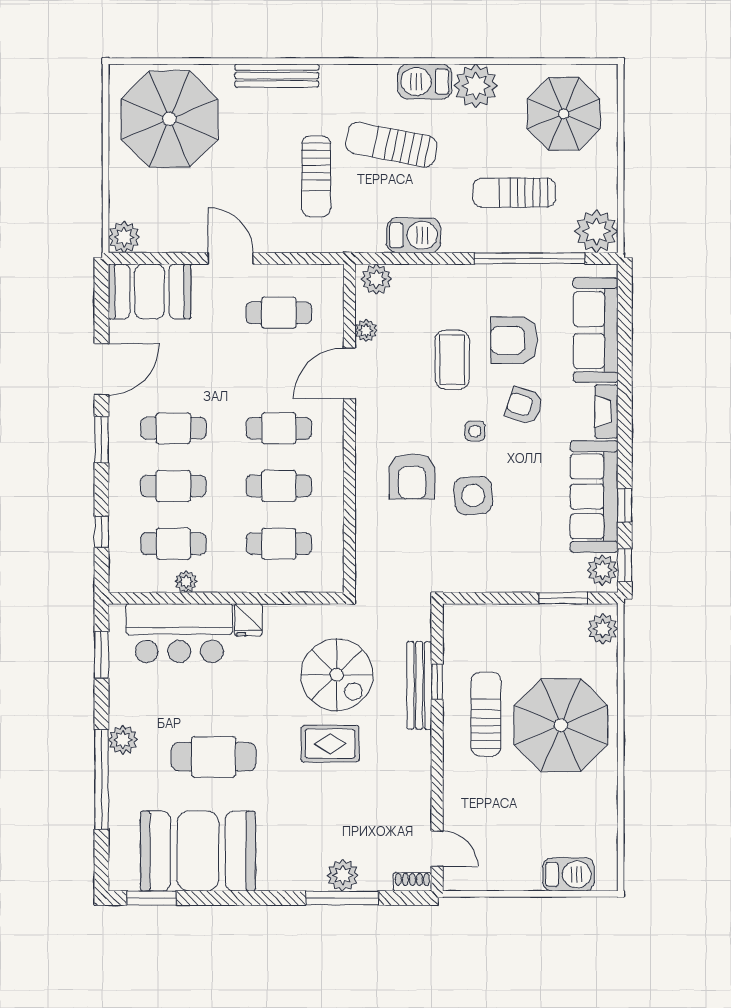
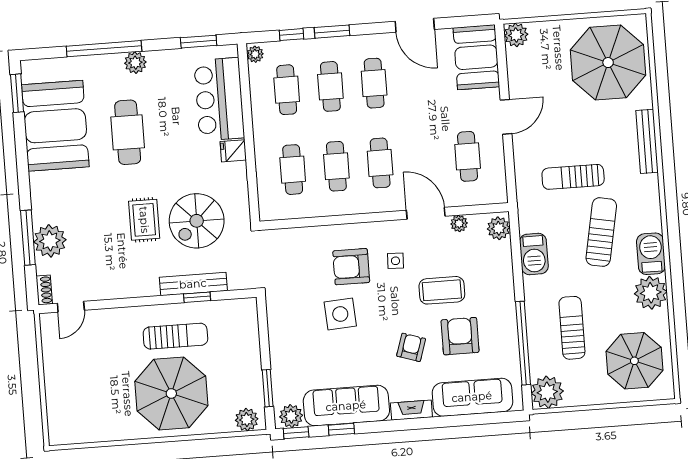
side table: (475, 431) -> (395, 261), moved
window: (101, 440) -> (332, 32), moved
plant: (186, 582) -> (255, 54), moved
barbecue: (569, 874) -> (59, 408), removed
plant: (343, 875) -> (50, 241), width x1.36, depth x1.36

